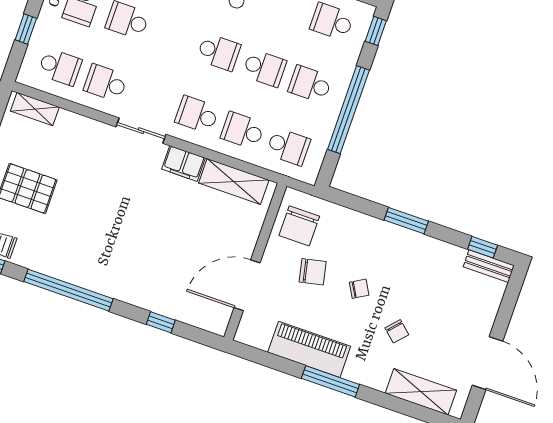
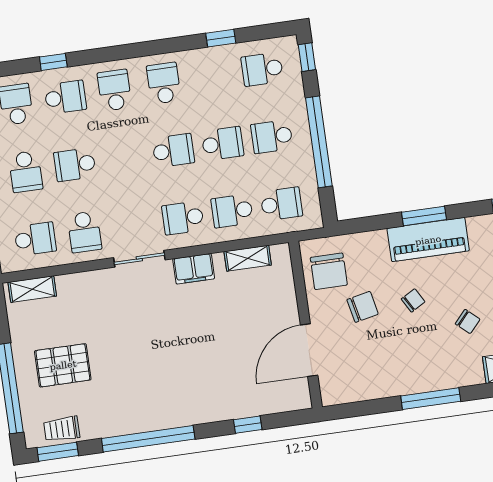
school desk: (106, 83) -> (84, 232), turned -90
shelving: (234, 182) -> (248, 258), width x0.67, depth x0.75
piano: (309, 349) -> (428, 240), moved, turned 180

